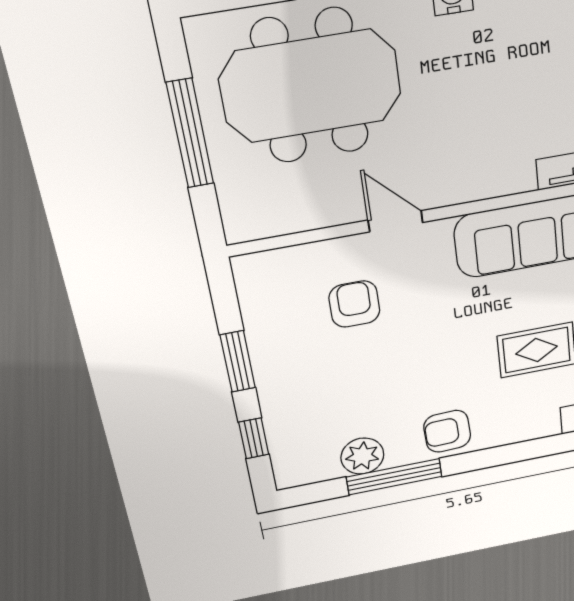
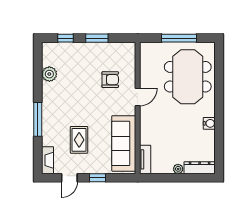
armchair: (447, 431) -> (53, 105), removed
window: (394, 477) -> (38, 119), moved

